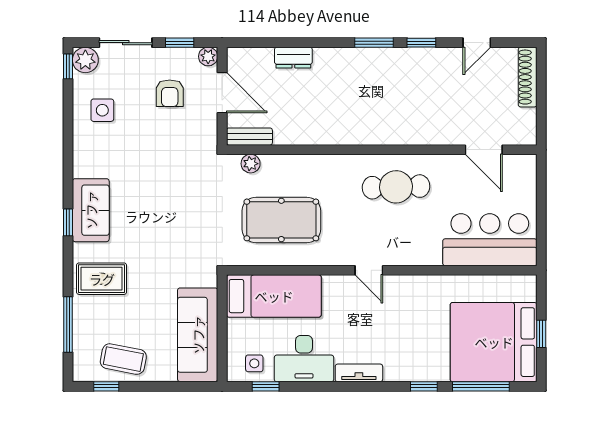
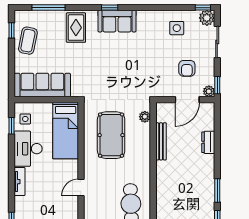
window: (180, 43) -> (217, 85), moved
armchair: (170, 93) -> (187, 68), turned -90
bench: (249, 137) -> (161, 141), moved, width x1.36

